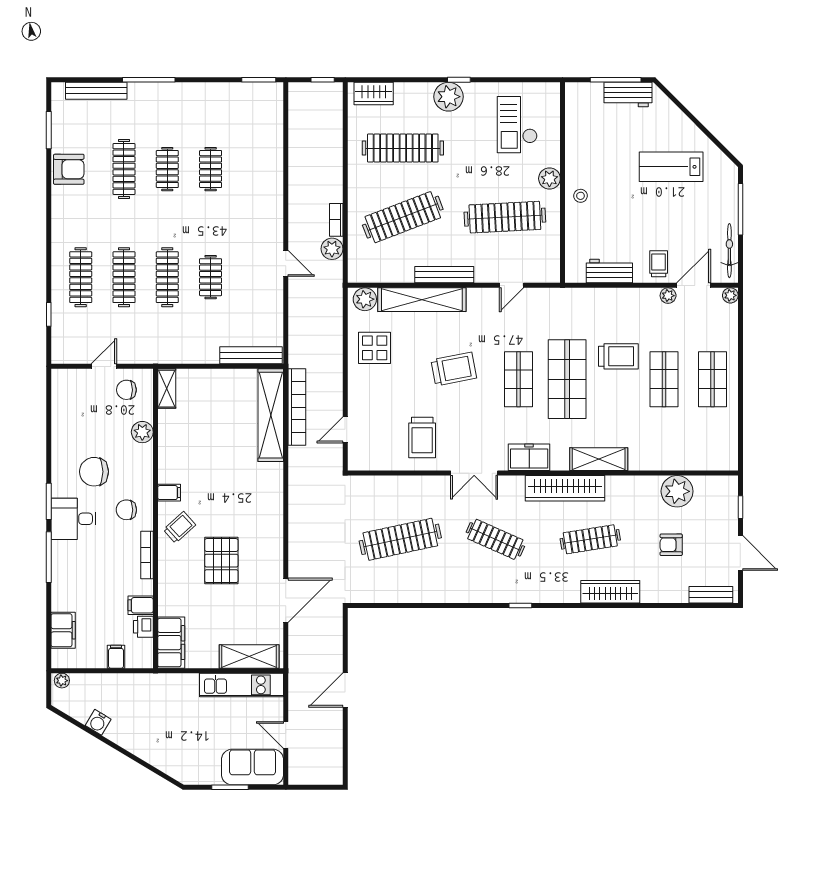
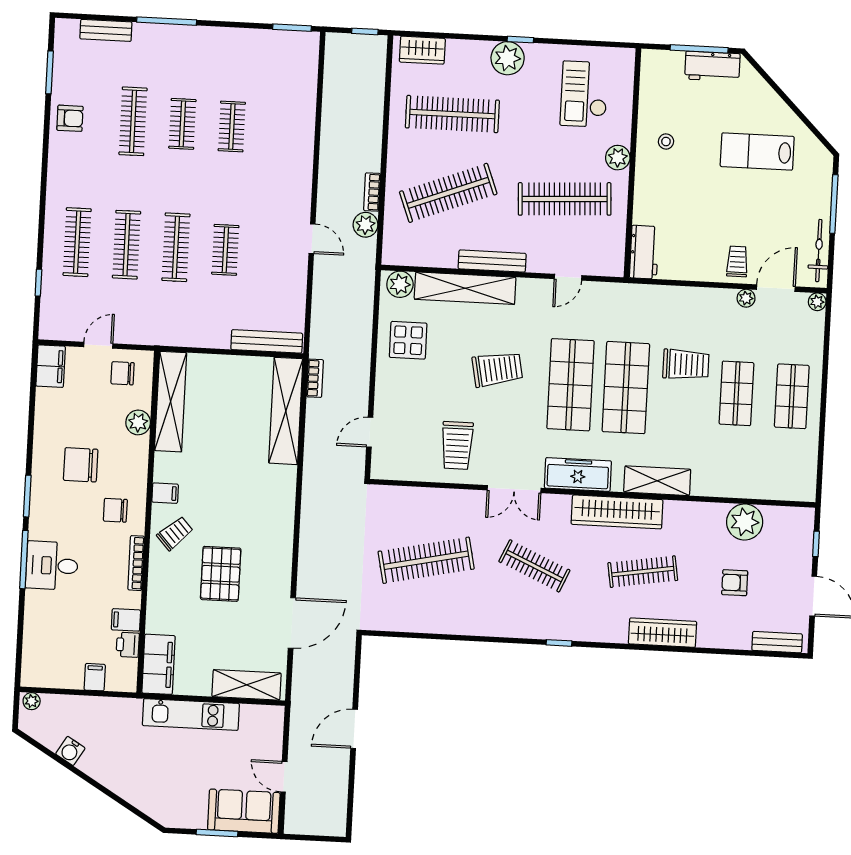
bench: (96, 91) -> (106, 30), width x0.73
armchair: (69, 169) -> (70, 118), width x0.72, depth x0.72
stool: (581, 196) -> (666, 142), moved
workbench: (609, 271) -> (644, 252), moved, turned 90
shop shelf: (519, 379) -> (571, 385), width x1.43, depth x1.36
shelving: (167, 389) -> (171, 402), width x2.20, depth x1.33
bookcase: (297, 407) -> (315, 378), width x0.43, depth x0.76
freezer: (529, 457) -> (578, 474), width x1.40
desk: (73, 519) -> (52, 566), moved
filing cabinet: (63, 630) -> (51, 366), moved
kitchen unit: (242, 685) -> (191, 714), moved

